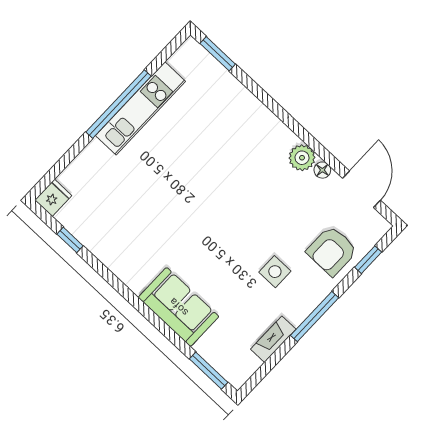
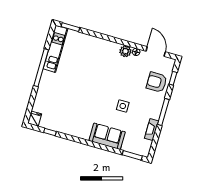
kitchen unit: (140, 108) -> (55, 49), moved
armchair: (332, 251) -> (157, 82), turned 90
side table: (275, 272) -> (123, 106), moved

